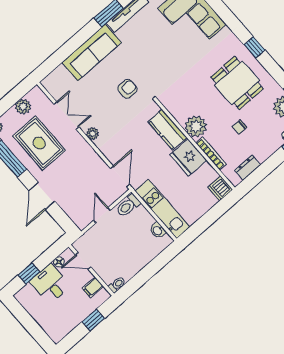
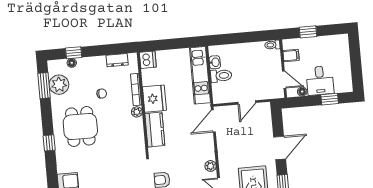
plant: (196, 126) -> (137, 112), width x0.53, depth x0.53
toilet: (128, 206) -> (221, 76), moved

